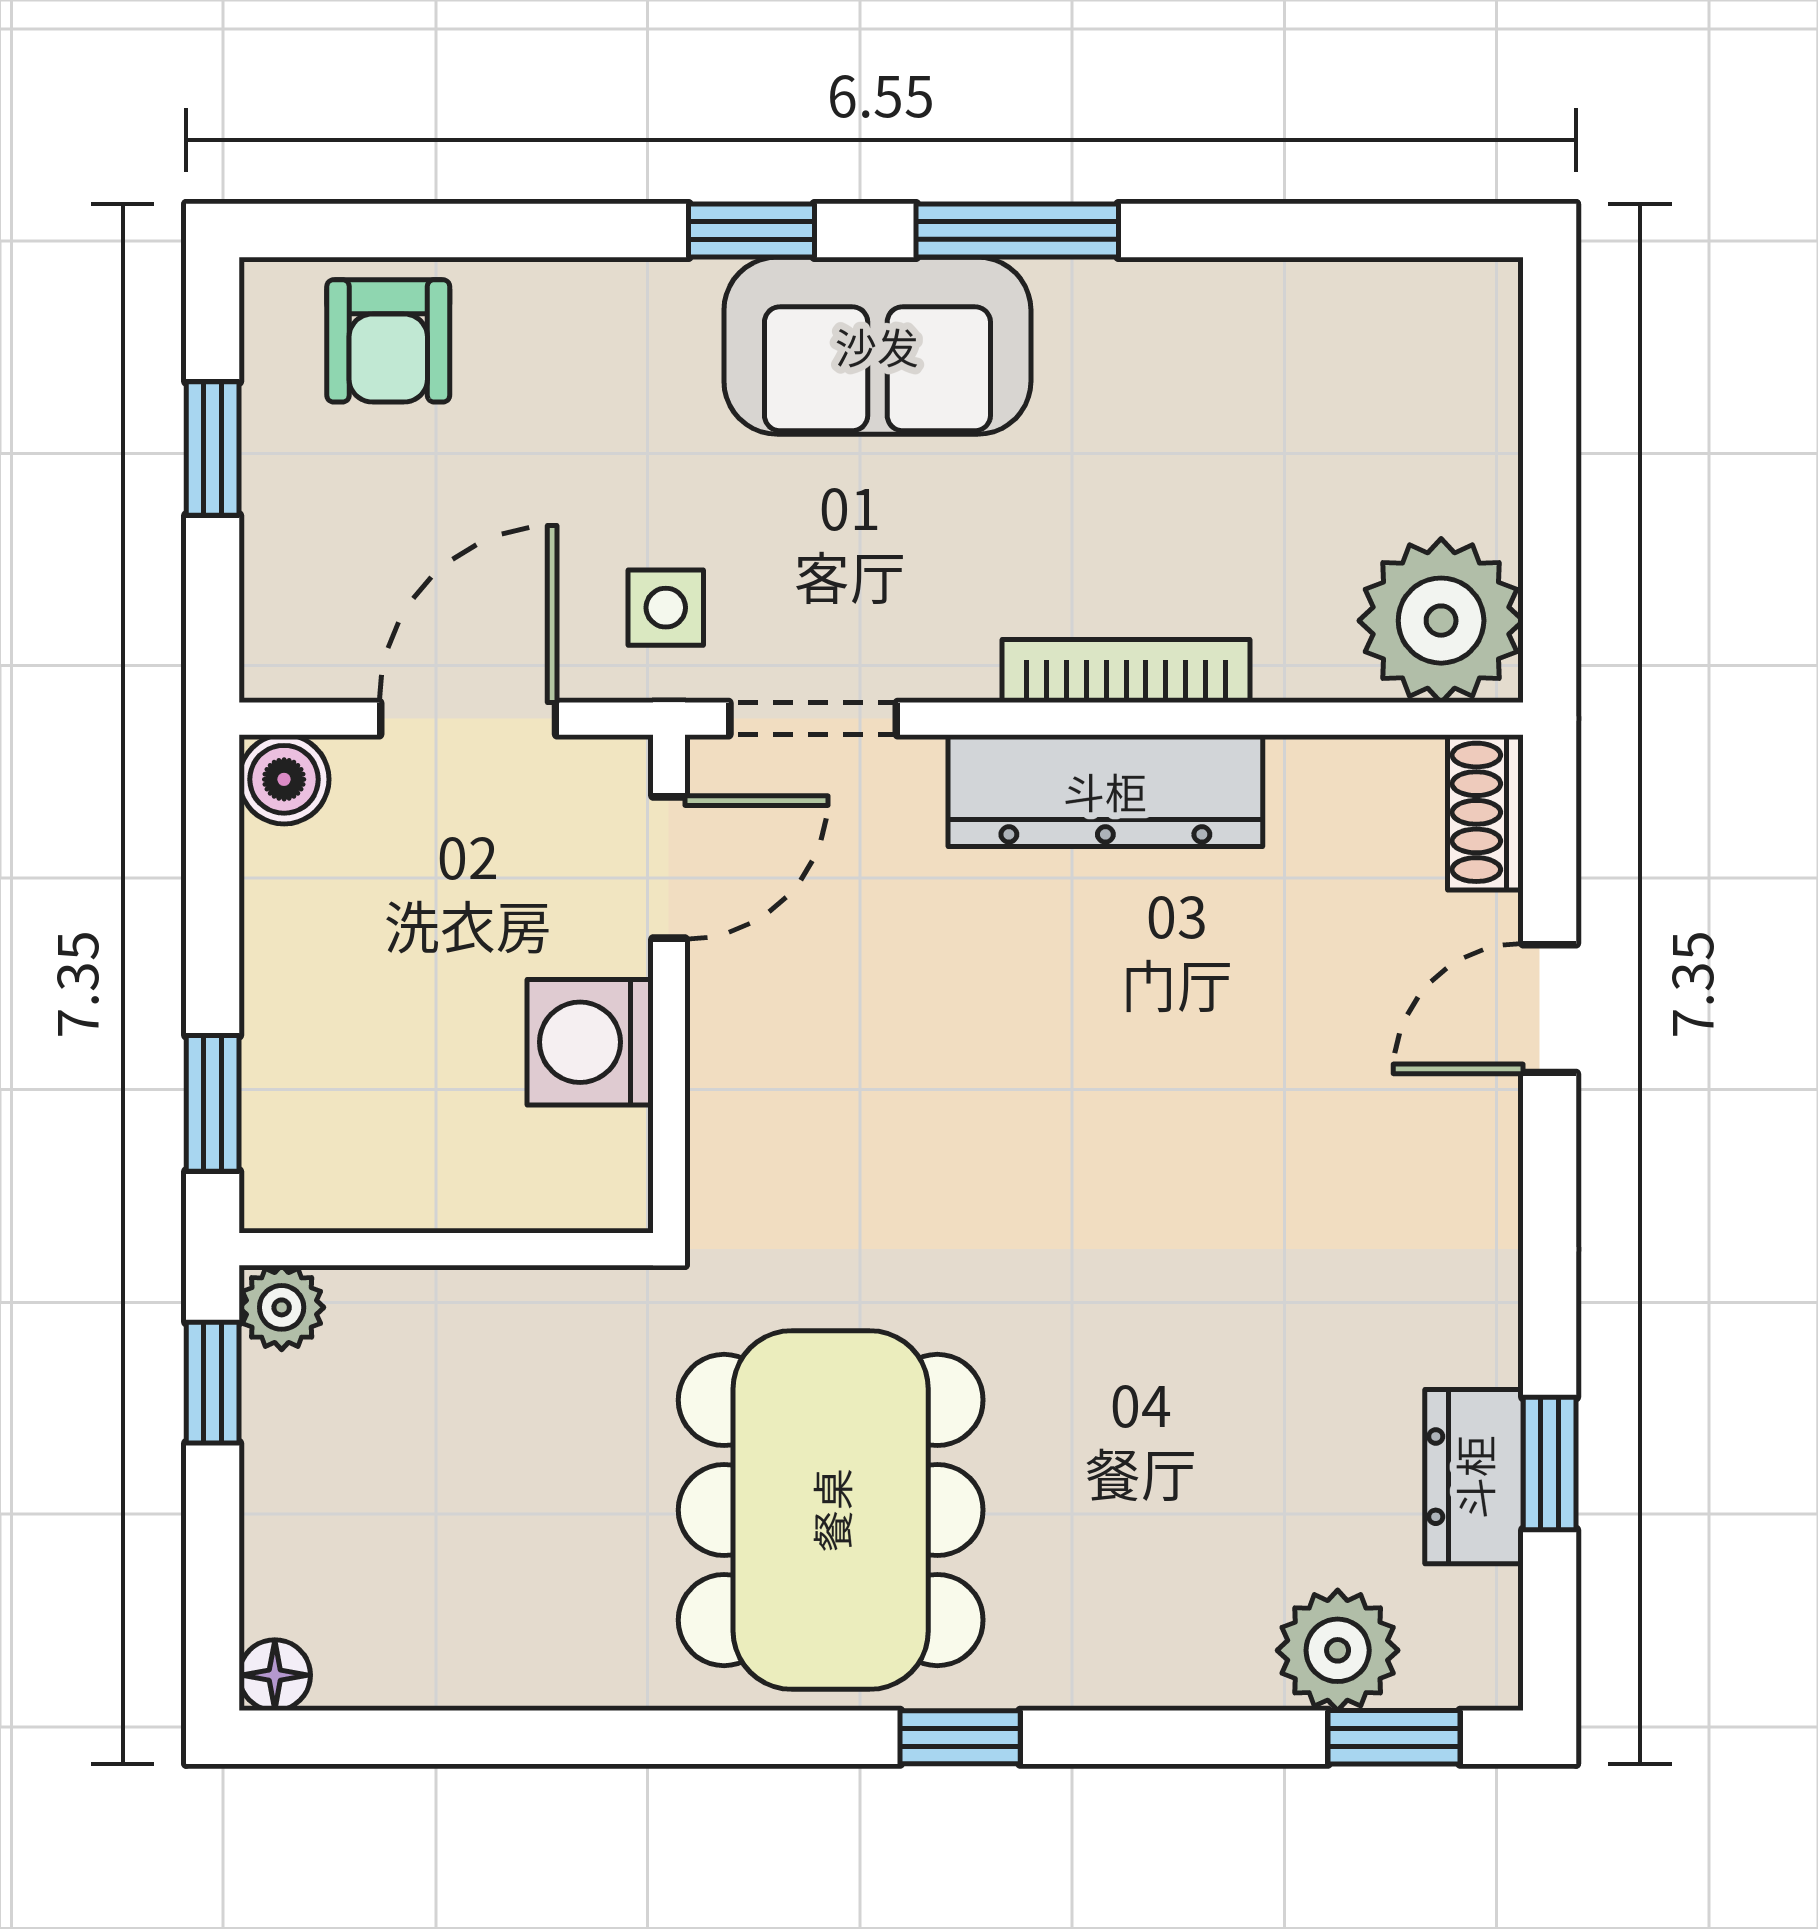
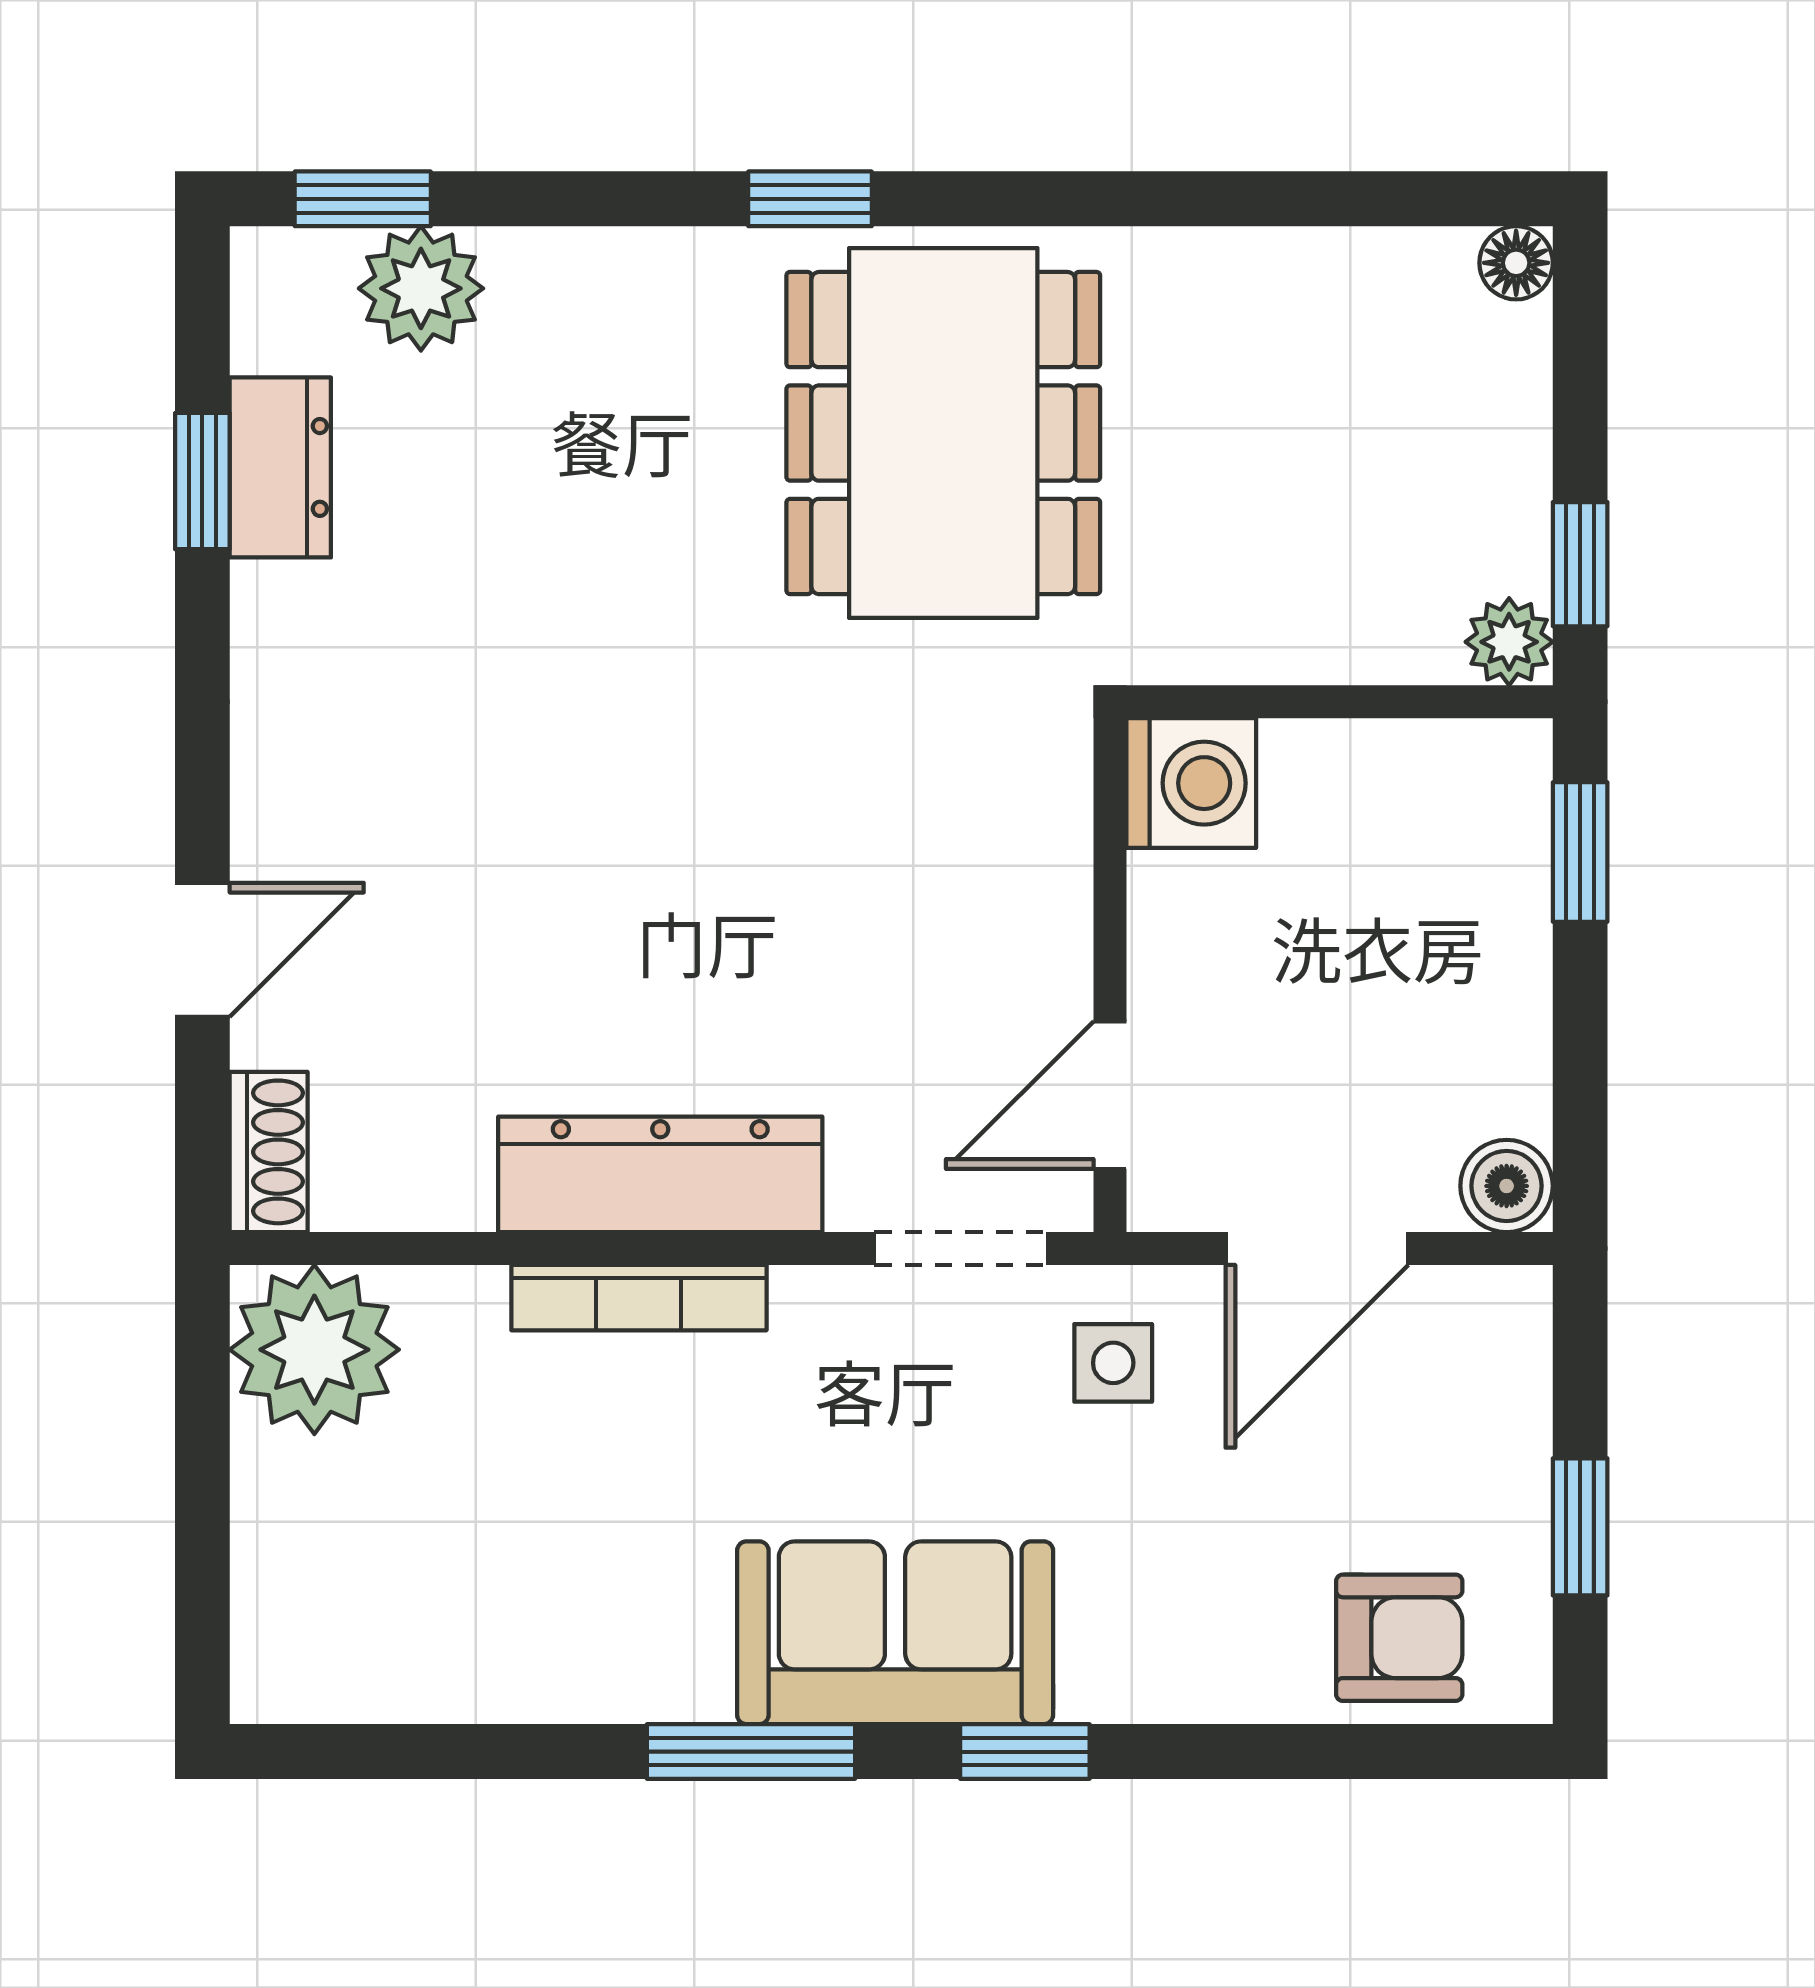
armchair: (388, 341) -> (1399, 1638), turned 90
washing machine: (590, 1042) -> (1191, 783), moved

